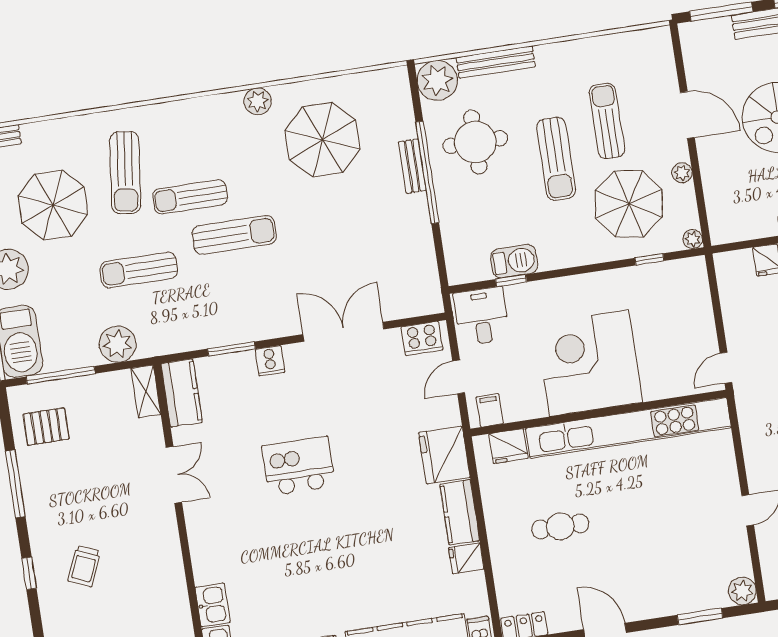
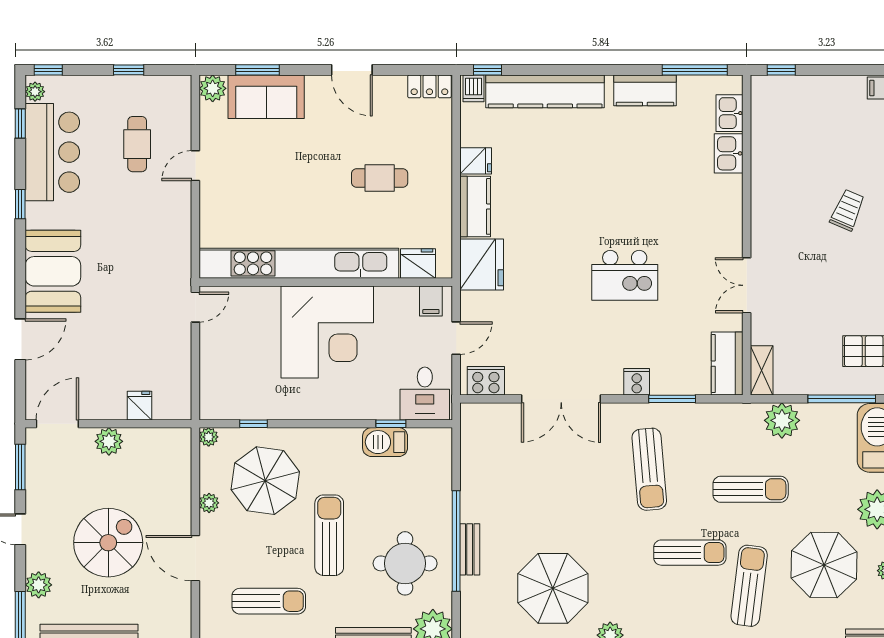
sun lounger: (607, 121) -> (269, 601), moved, turned -90
sun lounger: (234, 235) -> (649, 469), moved, turned -95
sofa: (687, 591) -> (266, 97), added

